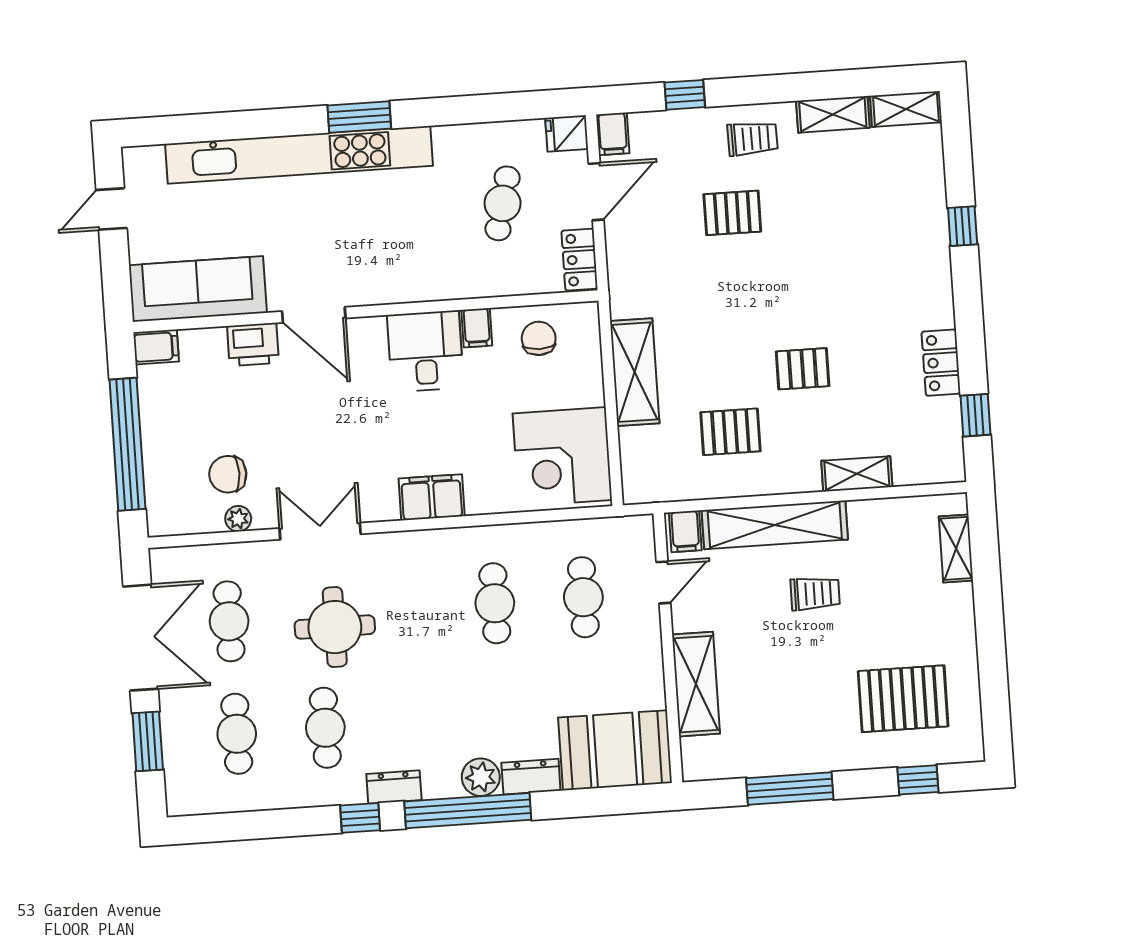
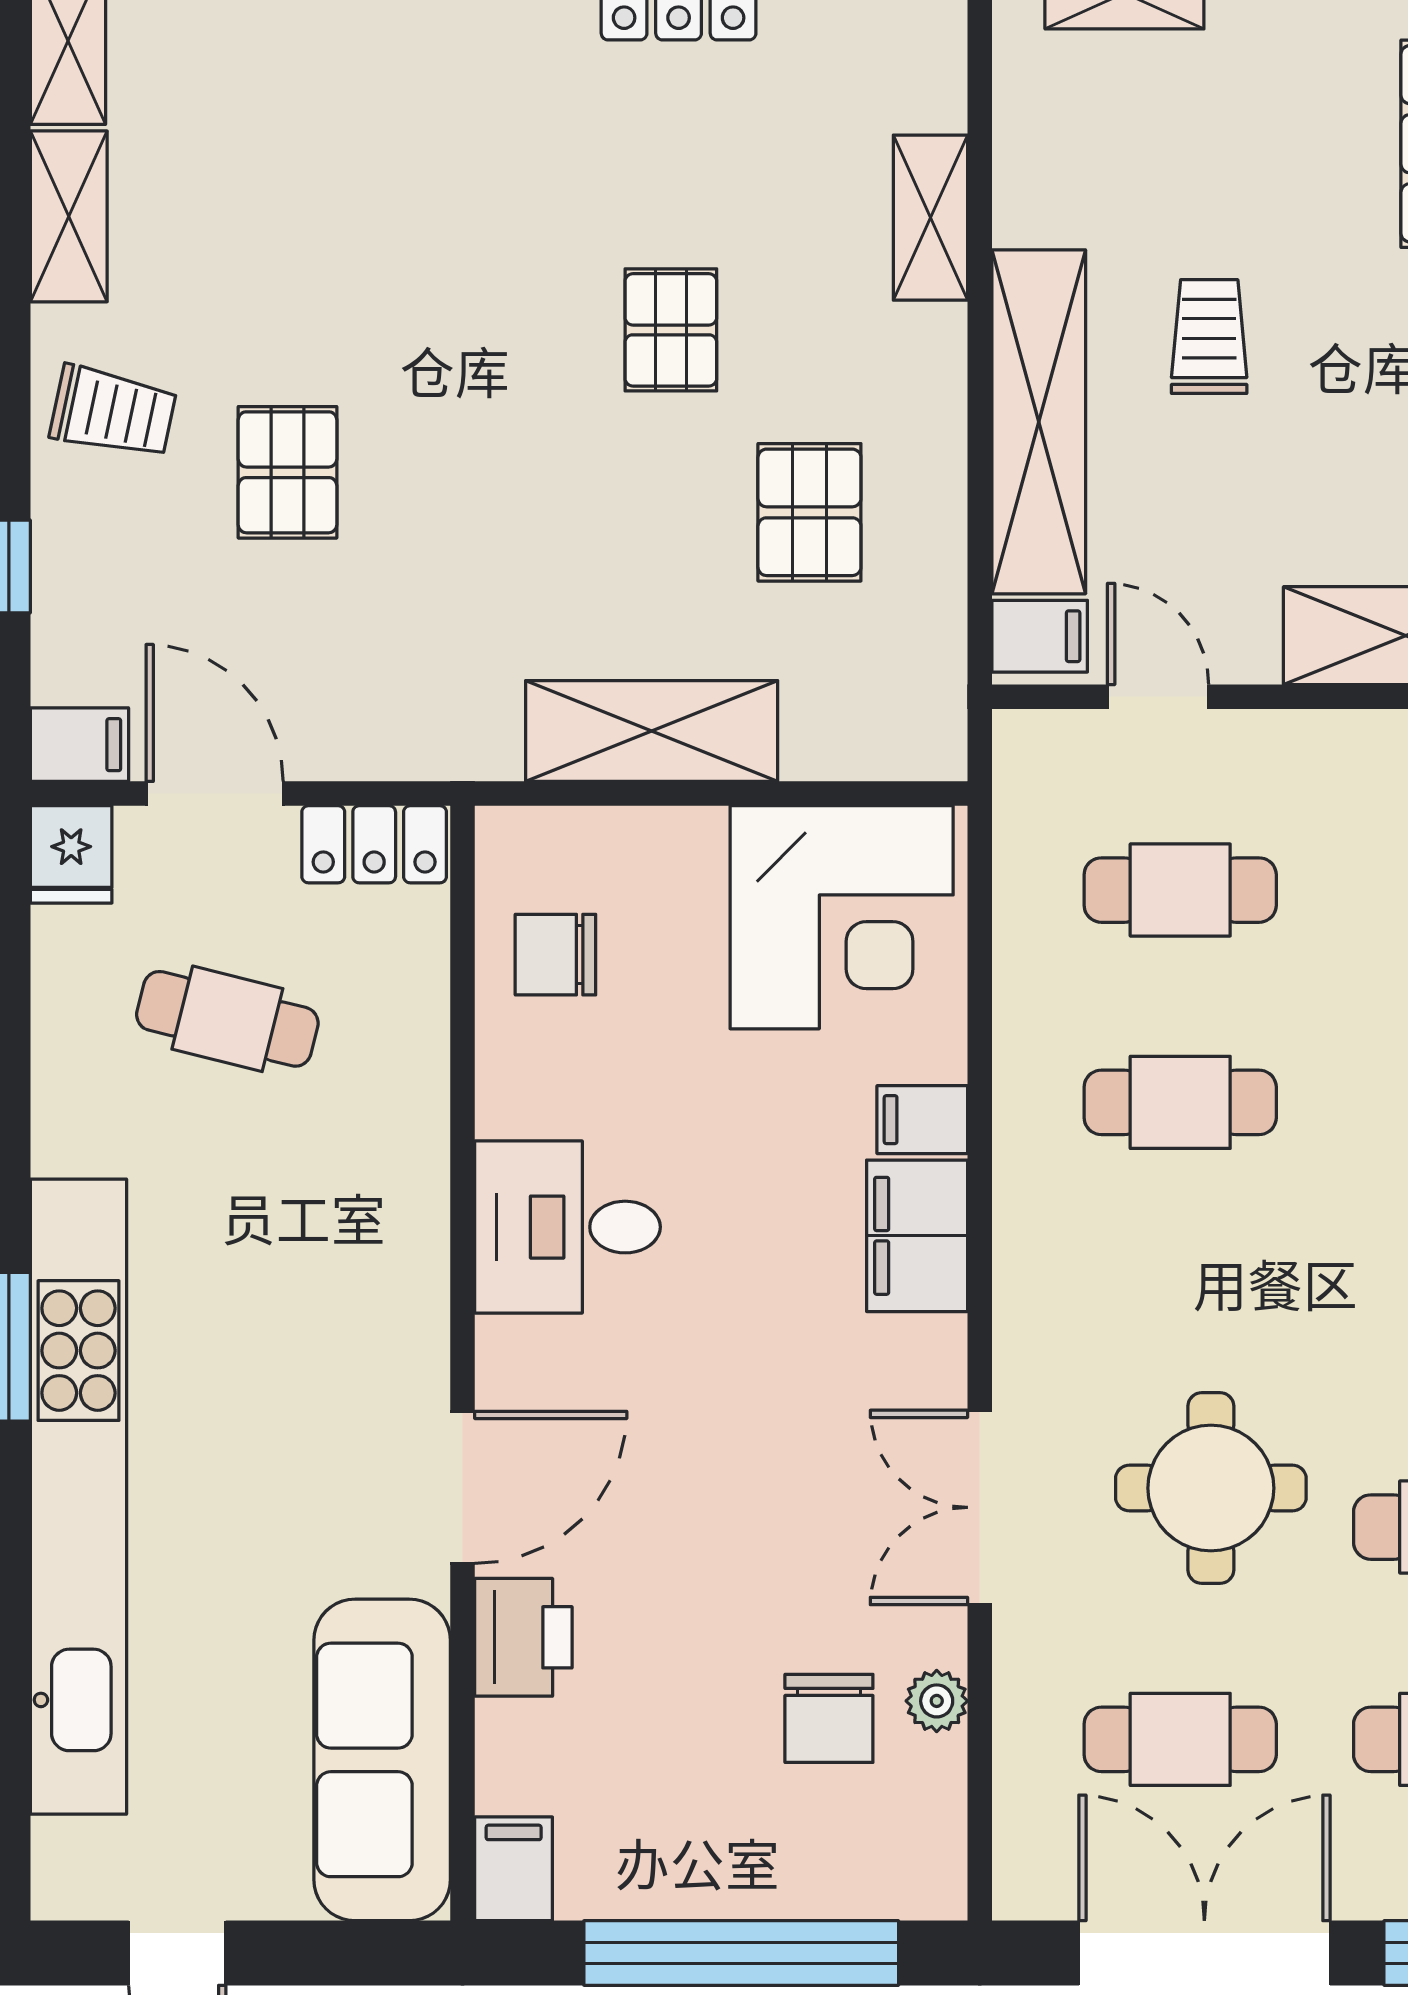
trolley: (752, 138) -> (113, 412), turned 103
filing cabinet: (477, 328) -> (922, 1120), moved, turned 180

